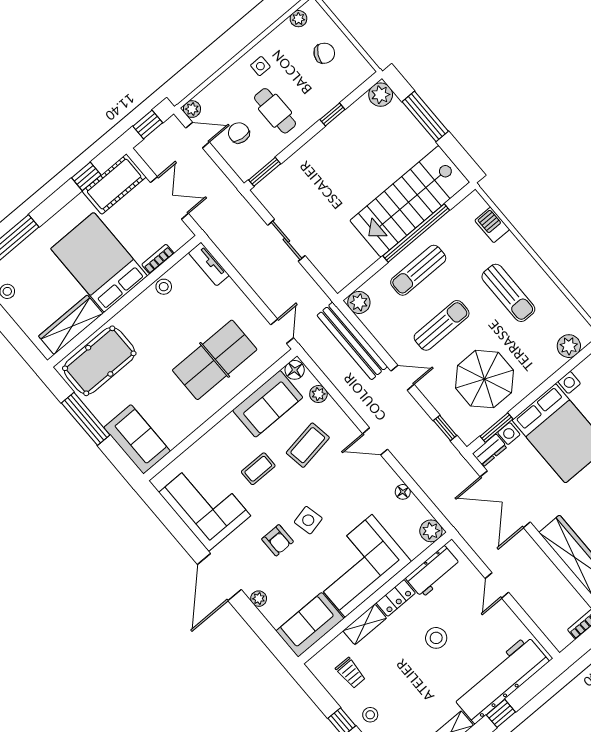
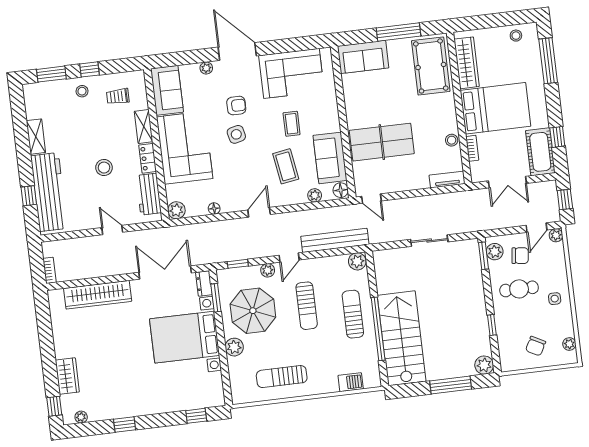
plant: (252, 163) -> (495, 252), added
sun lounger: (508, 293) -> (282, 377), moved
plant: (569, 346) -> (234, 347), moved
table tennis table: (215, 360) -> (382, 142), turned 90
plant: (431, 392) -> (268, 270), added
armchair: (278, 540) -> (236, 106), turned 180
window: (501, 713) -> (29, 196), moved

